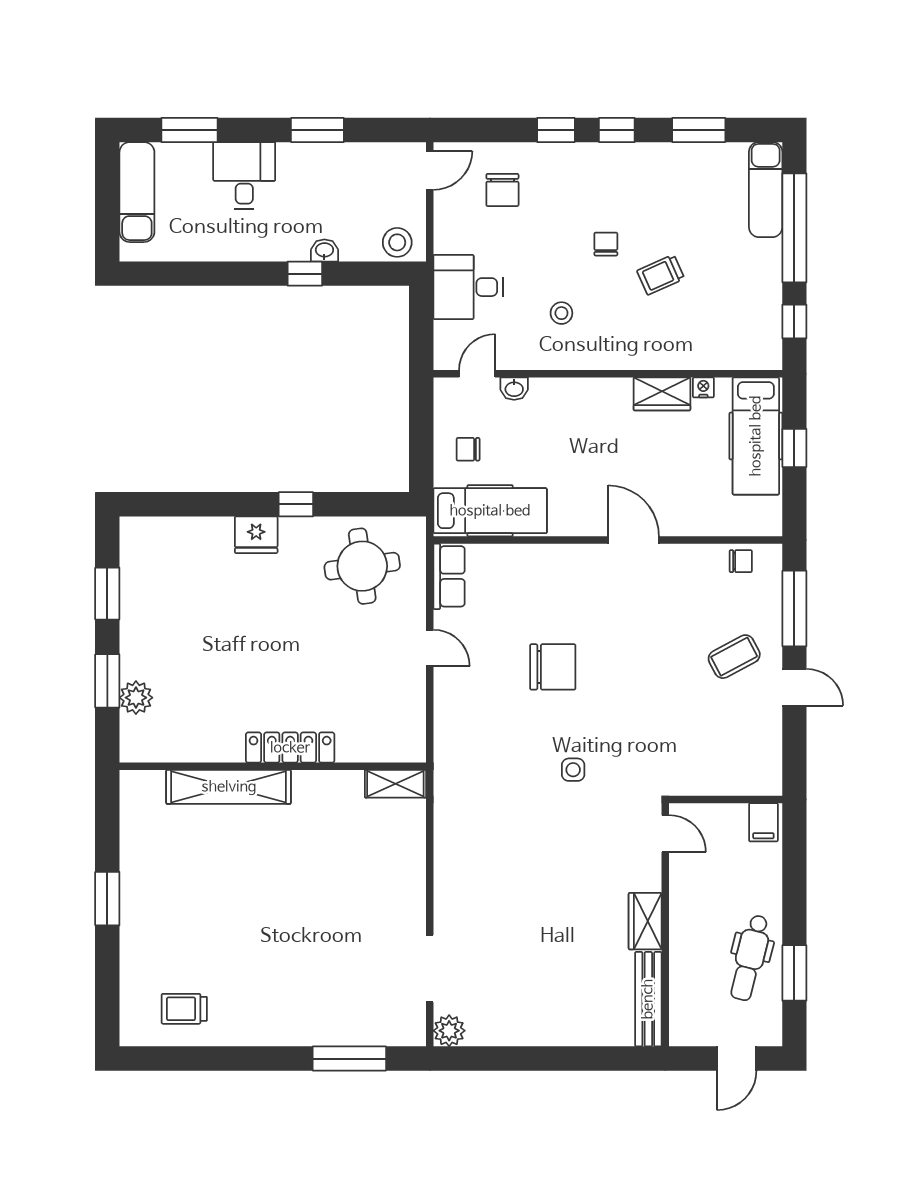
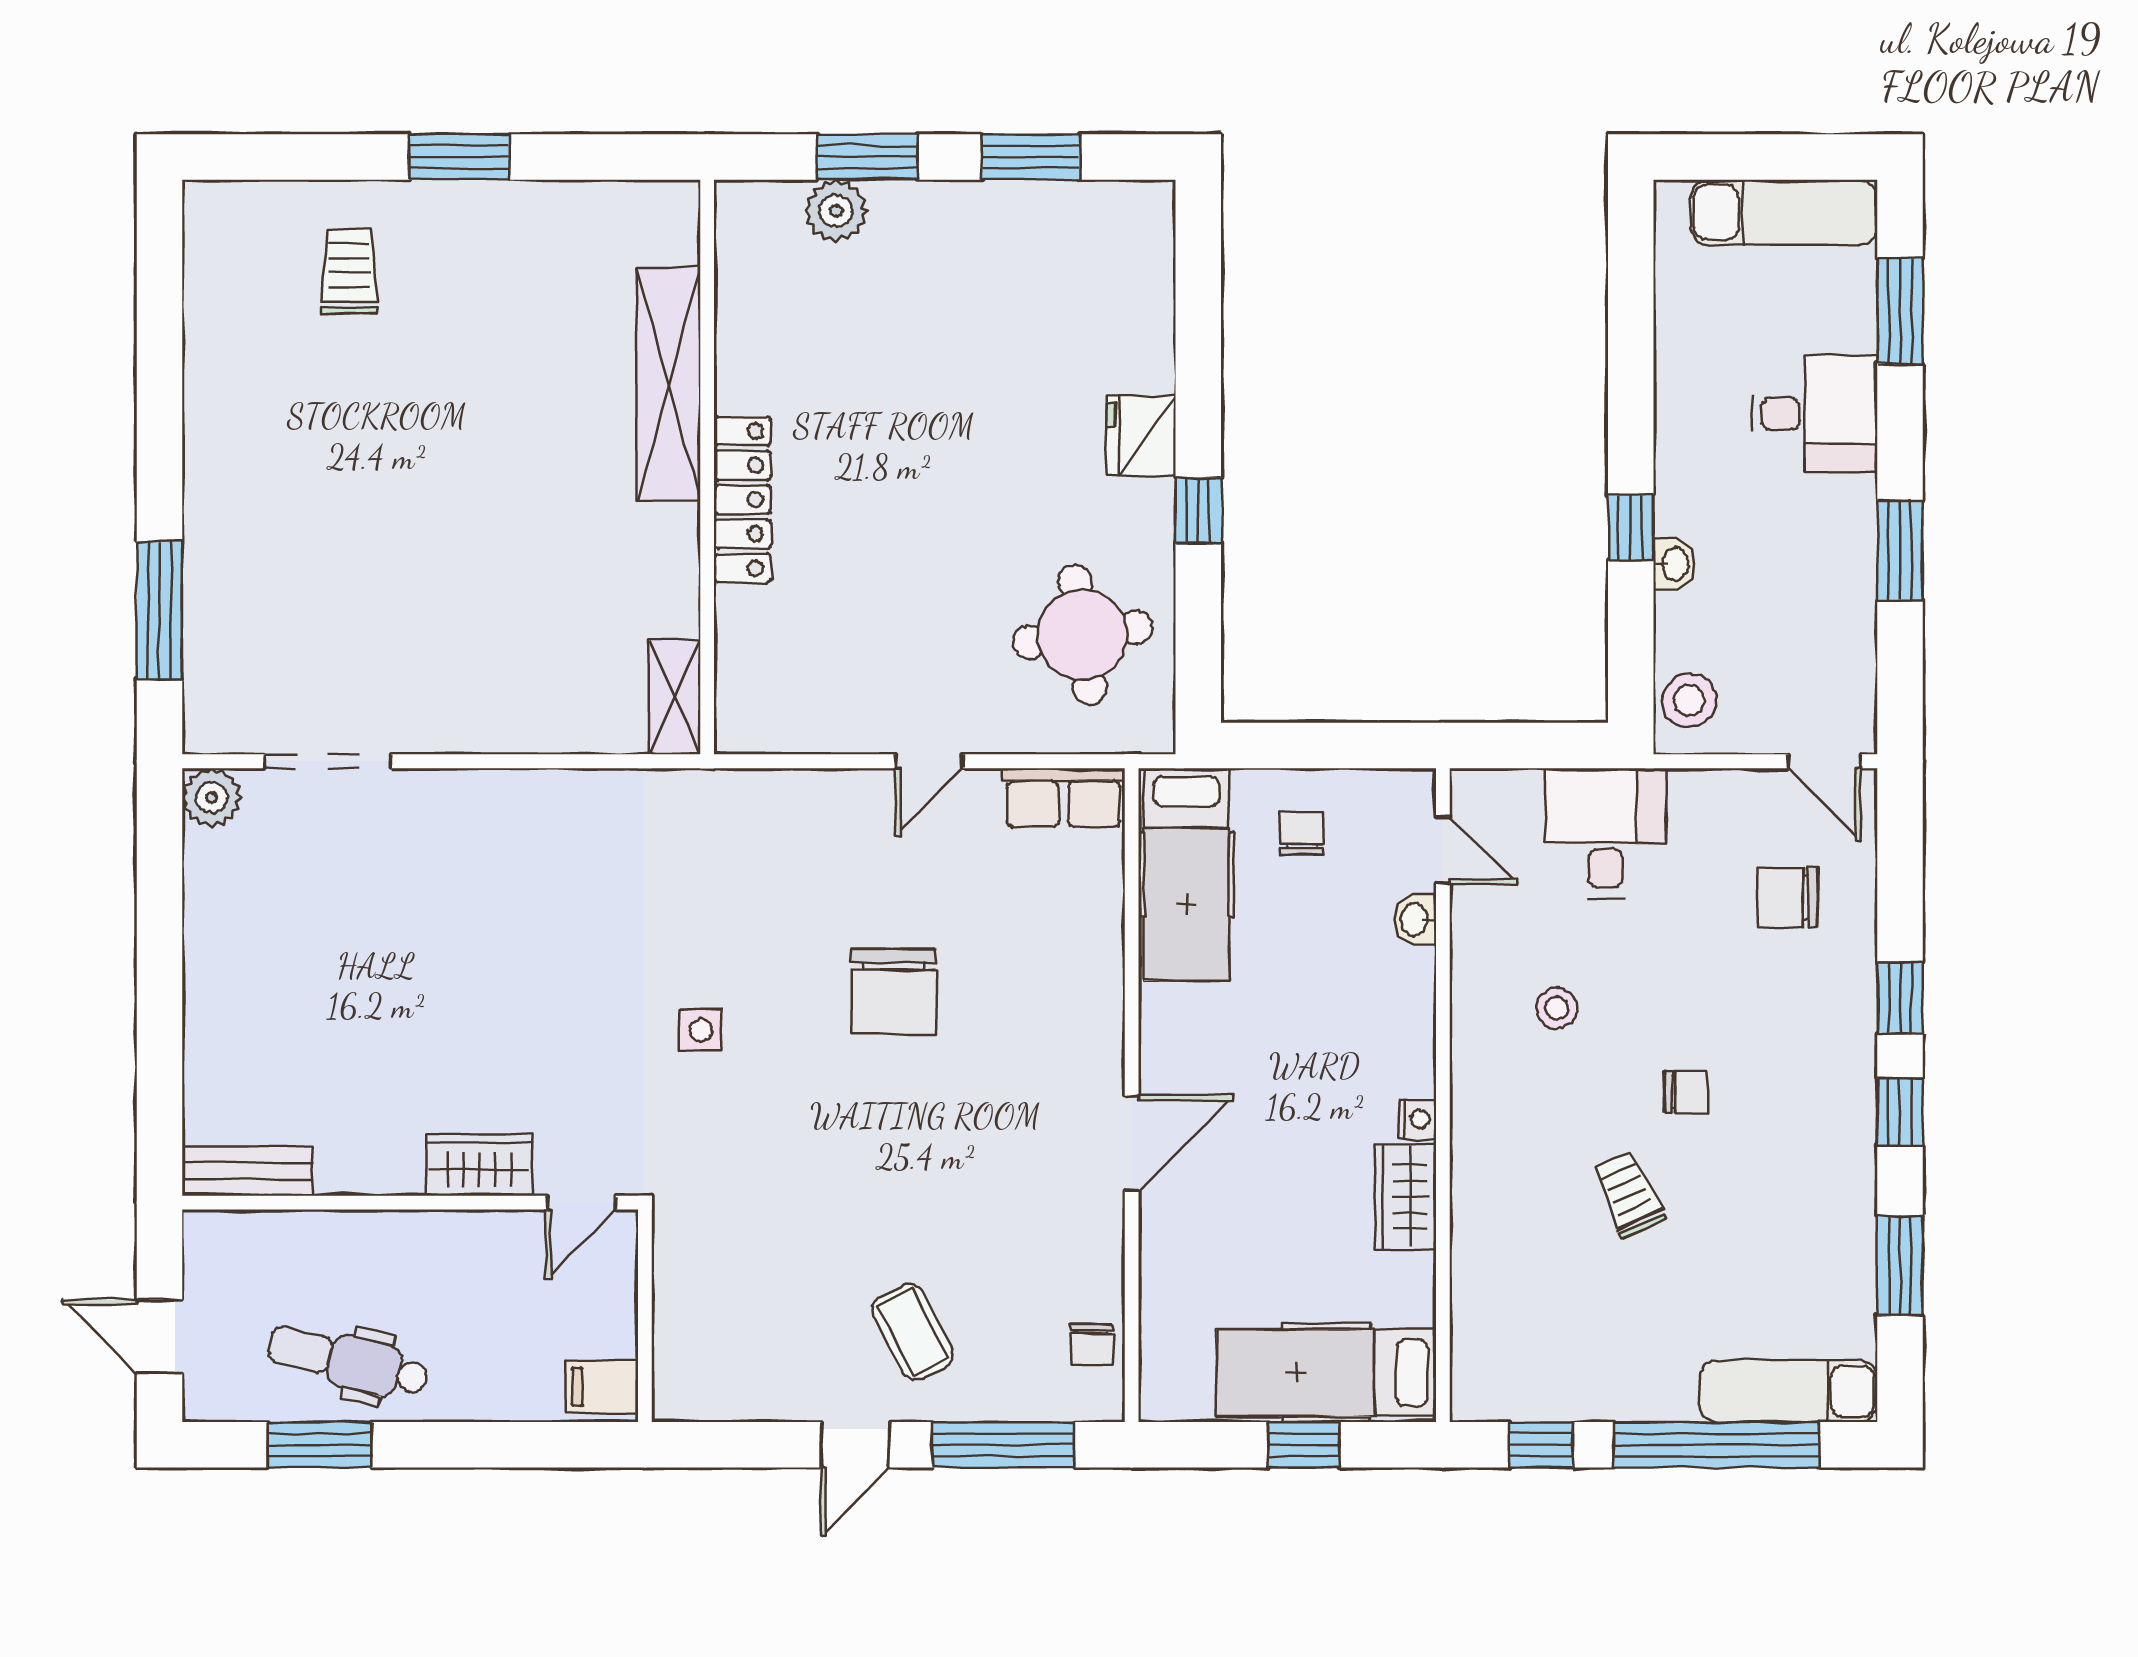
nightstand: (703, 387) -> (1417, 1119), moved
wardrobe: (645, 921) -> (479, 1165), moved
bench: (648, 999) -> (247, 1171), width x0.73
trolley: (184, 1009) -> (349, 272), moved

